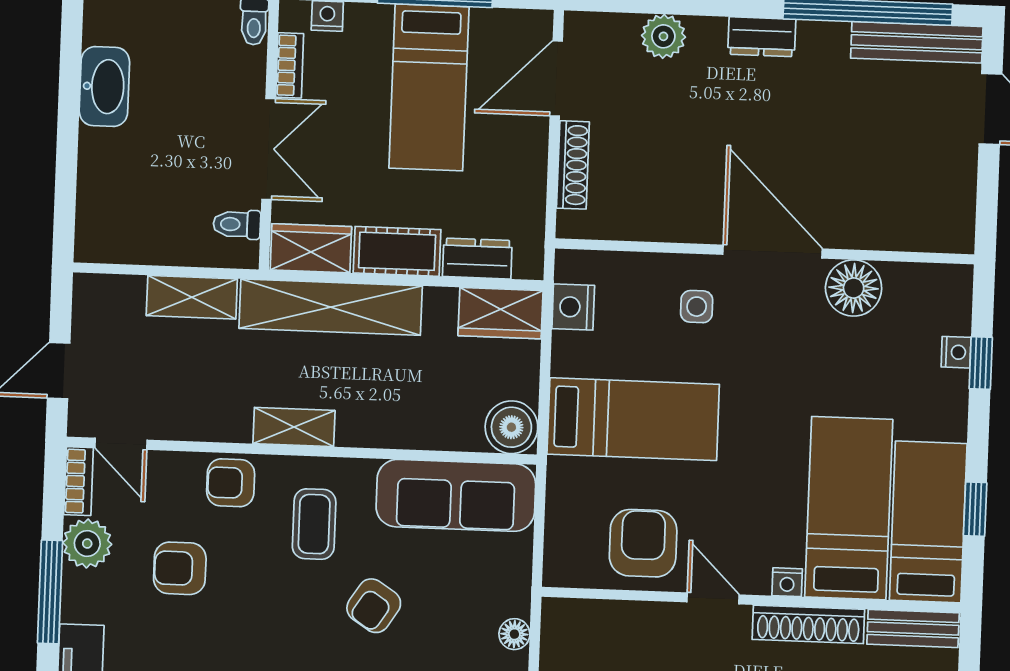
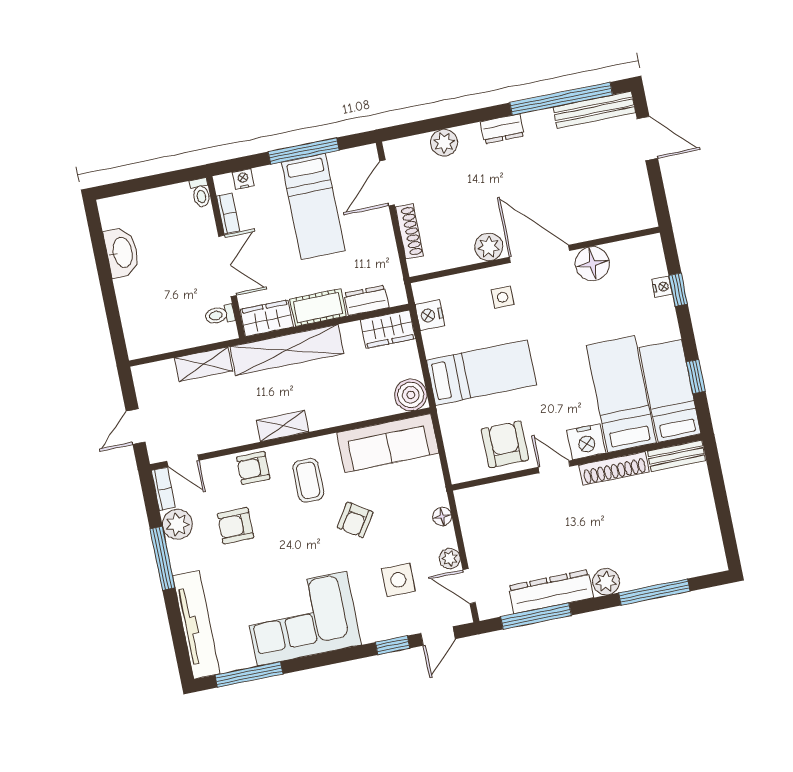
plant: (694, 221) -> (489, 247), added
nightstand: (787, 582) -> (586, 442), width x1.89, depth x1.79

